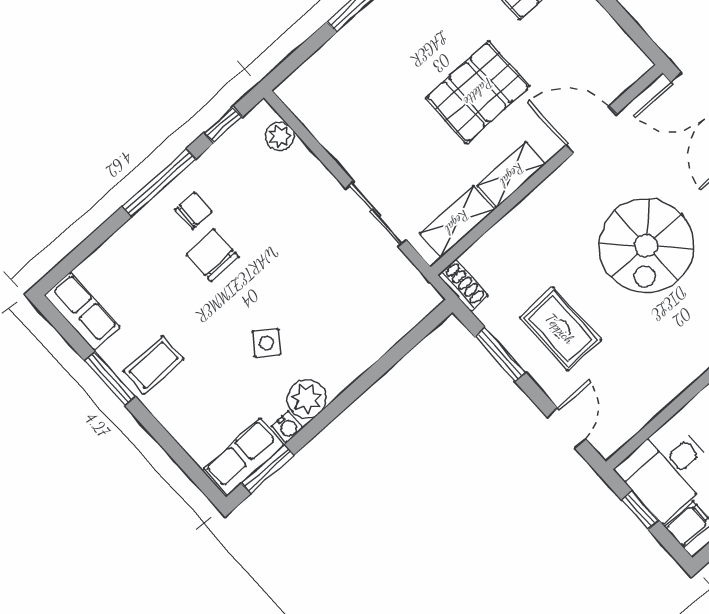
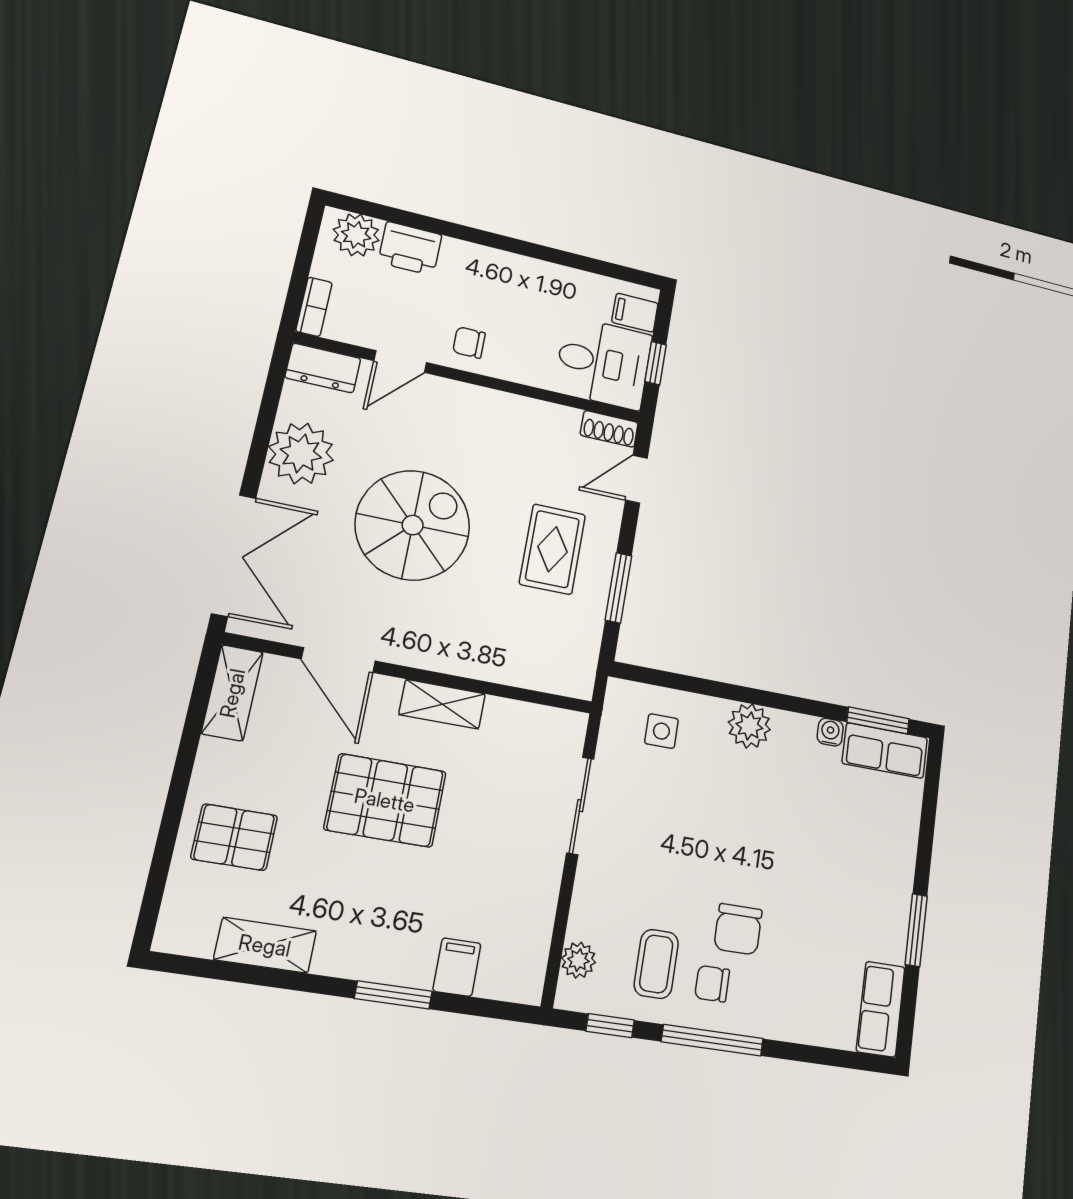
filing cabinet: (338, 58) -> (457, 967), added
shelving: (457, 222) -> (232, 693), moved, turned 90
shoe rack: (463, 285) -> (609, 429), moved, turned -90
side table: (266, 343) -> (661, 731), moved, turned -37
coffee table: (153, 365) -> (656, 964), moved, turned 90
plant: (307, 399) -> (749, 726), moved

